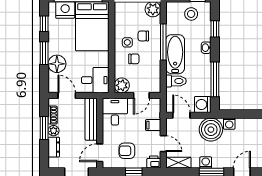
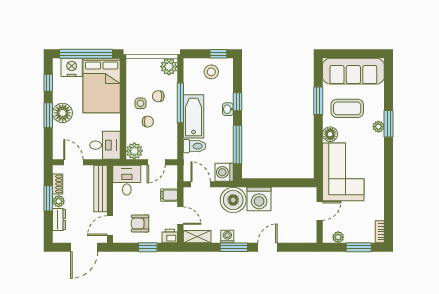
window: (215, 29) -> (238, 102), moved
floor lamp: (57, 64) -> (63, 113), moved
washing machine: (229, 124) -> (259, 199), width x1.89, depth x1.89

